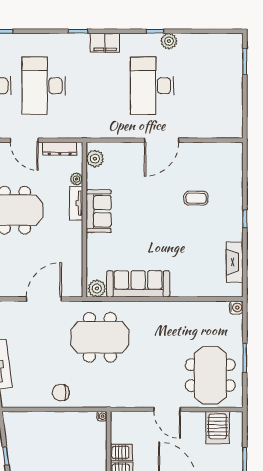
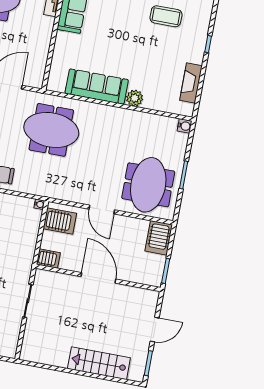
coffee table: (196, 198) -> (166, 16), width x1.36, depth x1.30
plant: (97, 288) -> (135, 98), moved
server rack: (217, 428) -> (159, 238), moved
server rack: (121, 452) -> (60, 221), moved, width x1.36, depth x1.44

